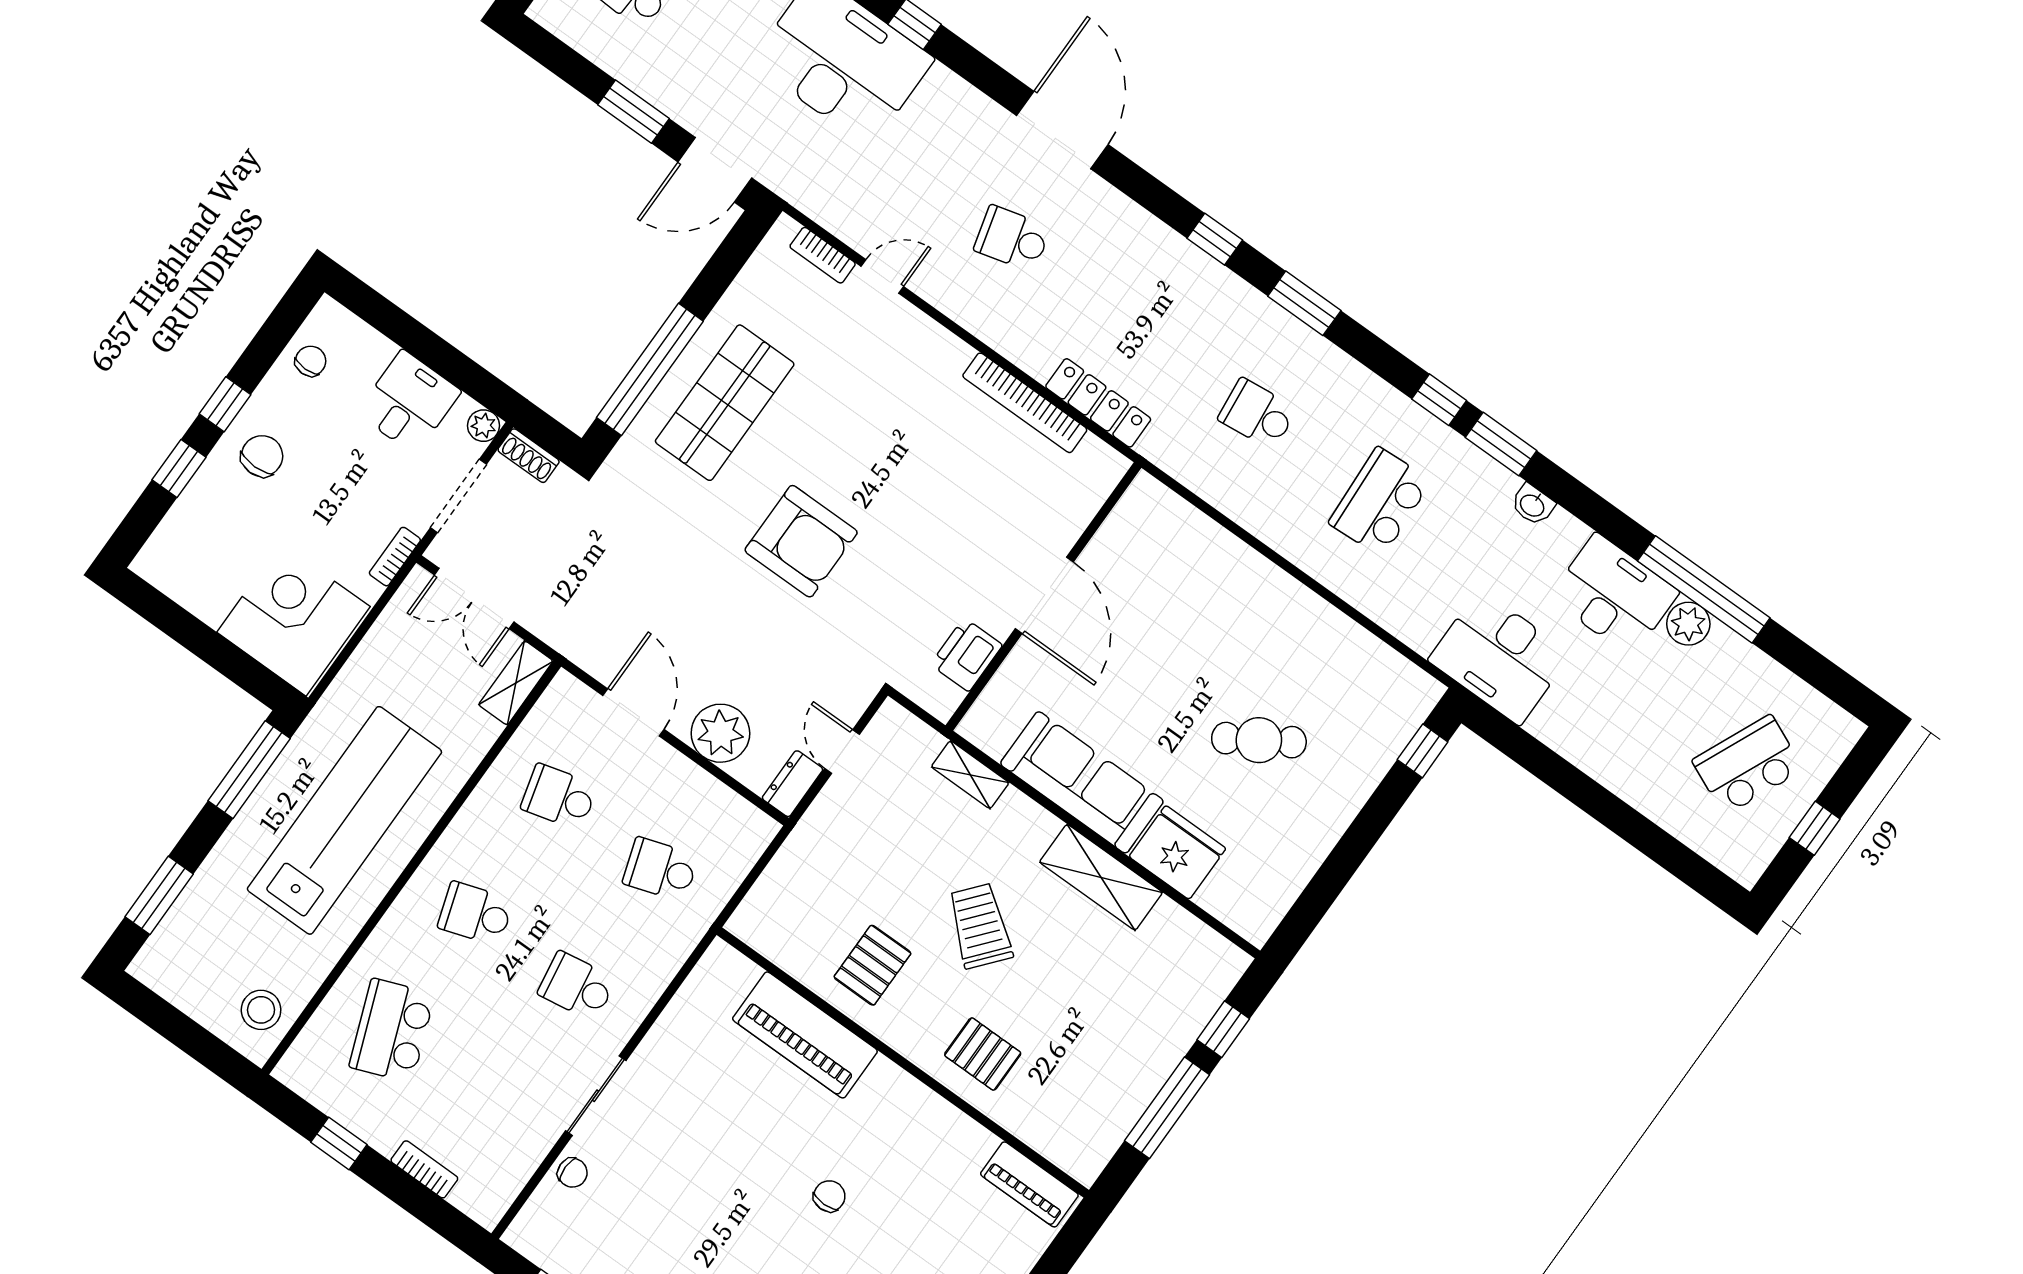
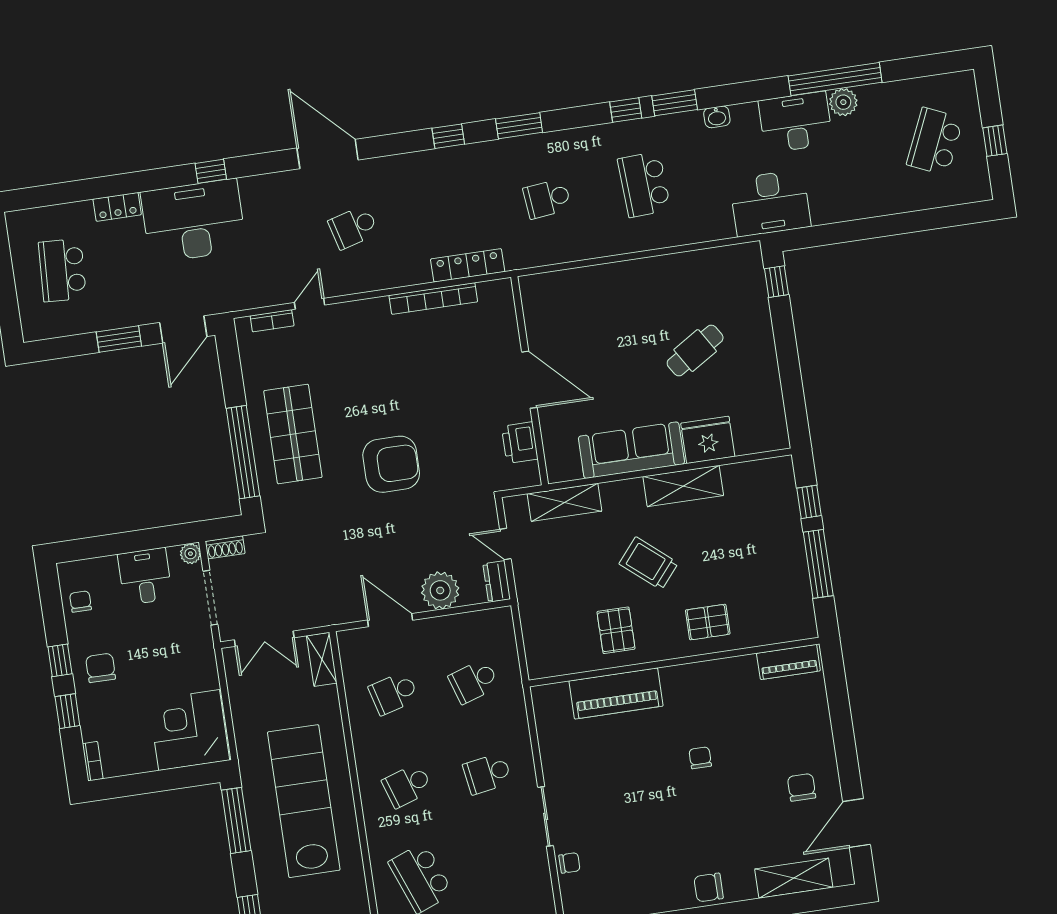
bookcase: (395, 557) -> (93, 761), moved, turned 180
shelving: (970, 775) -> (564, 502), width x1.50, depth x1.33

